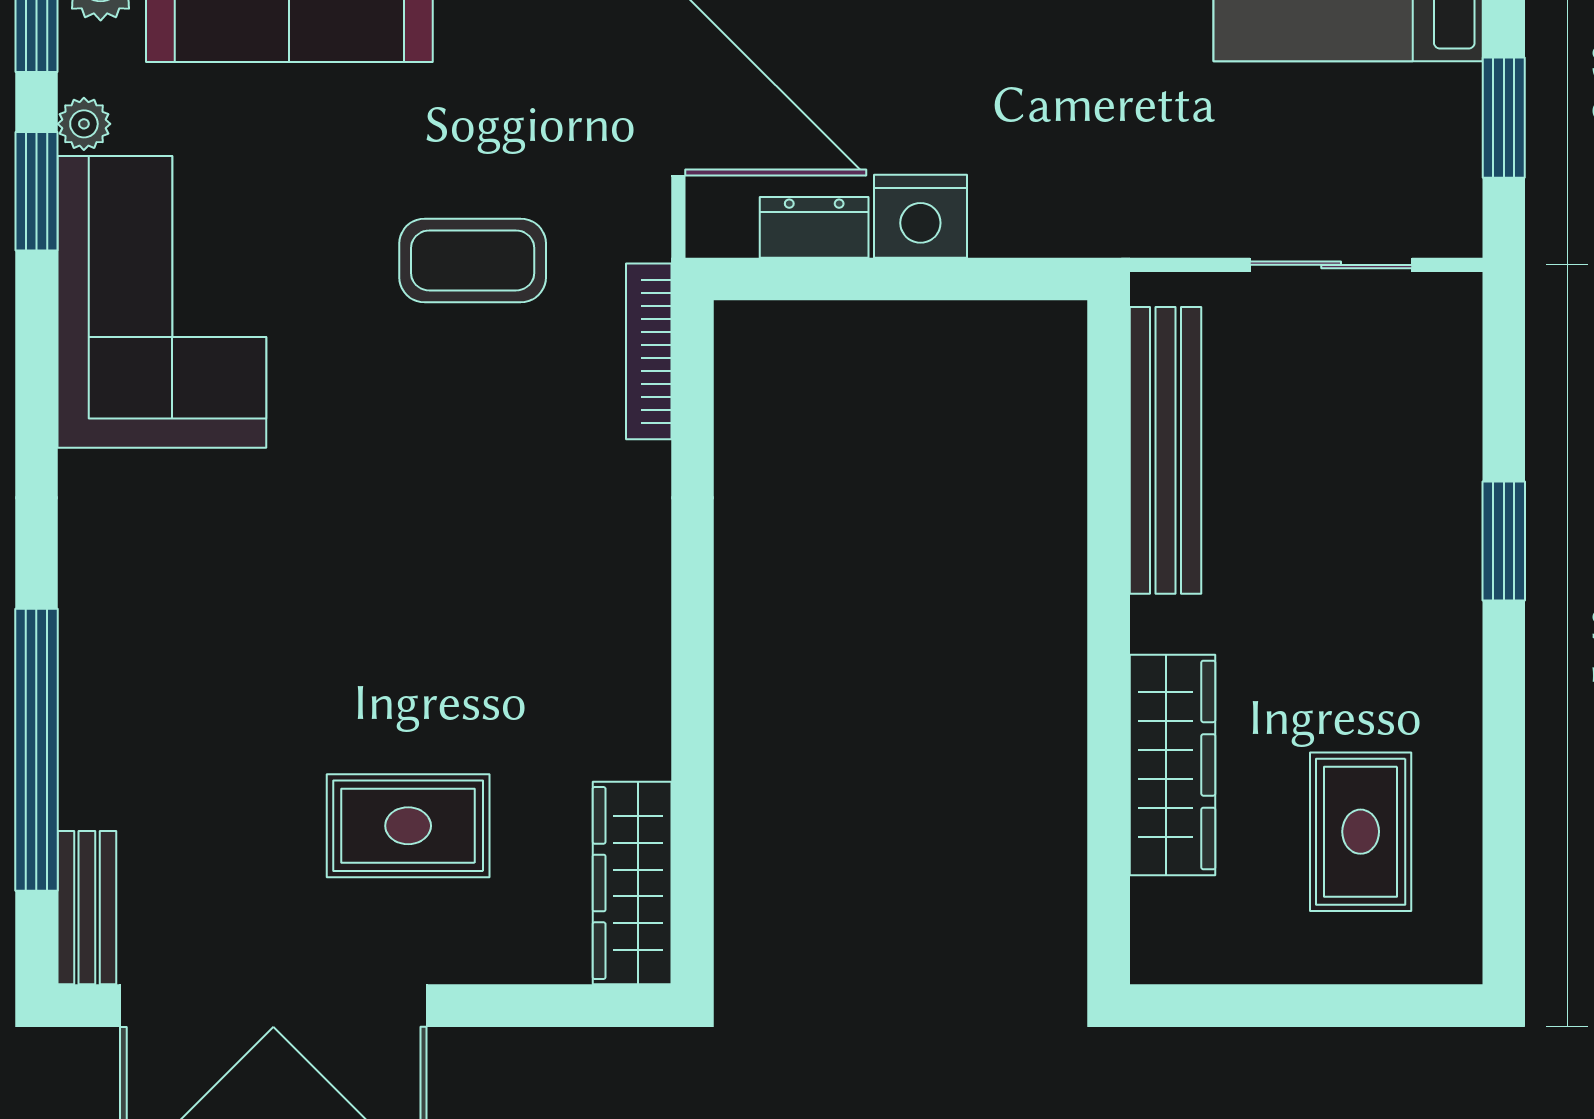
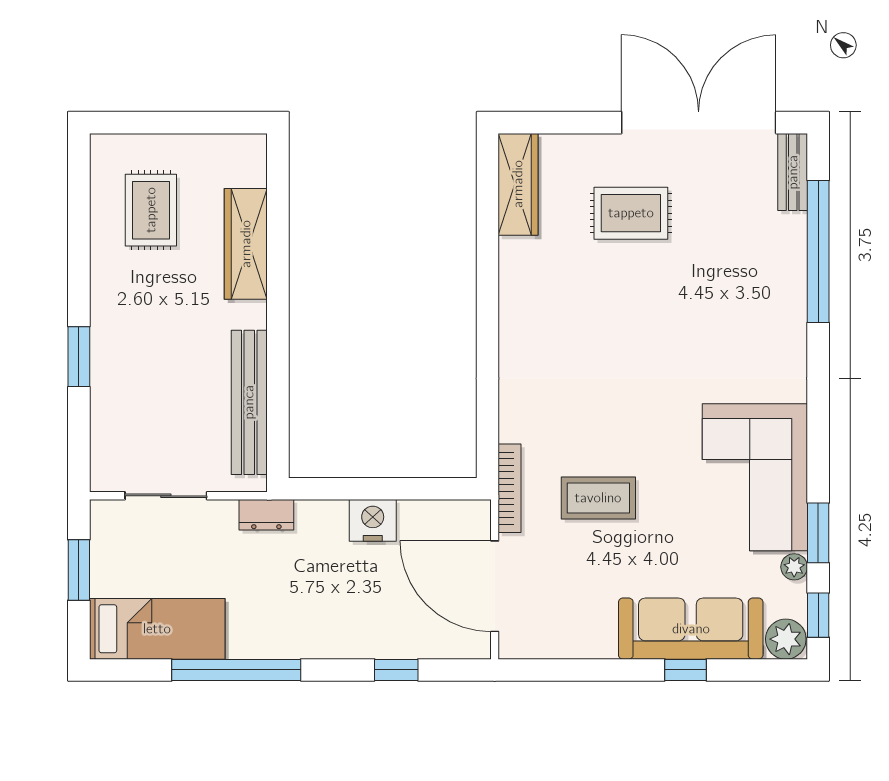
dresser: (814, 227) -> (266, 515), moved
bookcase: (649, 351) -> (510, 488), moved

